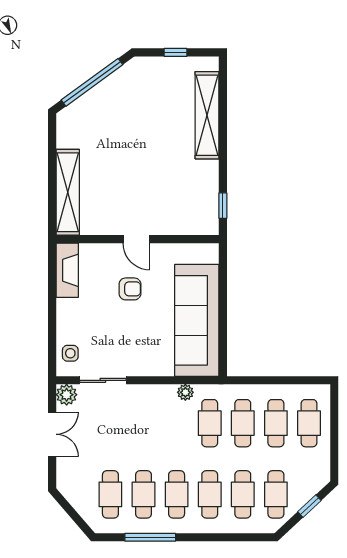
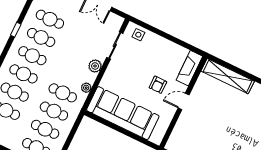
fireplace: (67, 270) -> (189, 68), moved, turned 90
plant: (67, 395) -> (95, 66), moved
window: (150, 537) -> (16, 30), width x0.46

